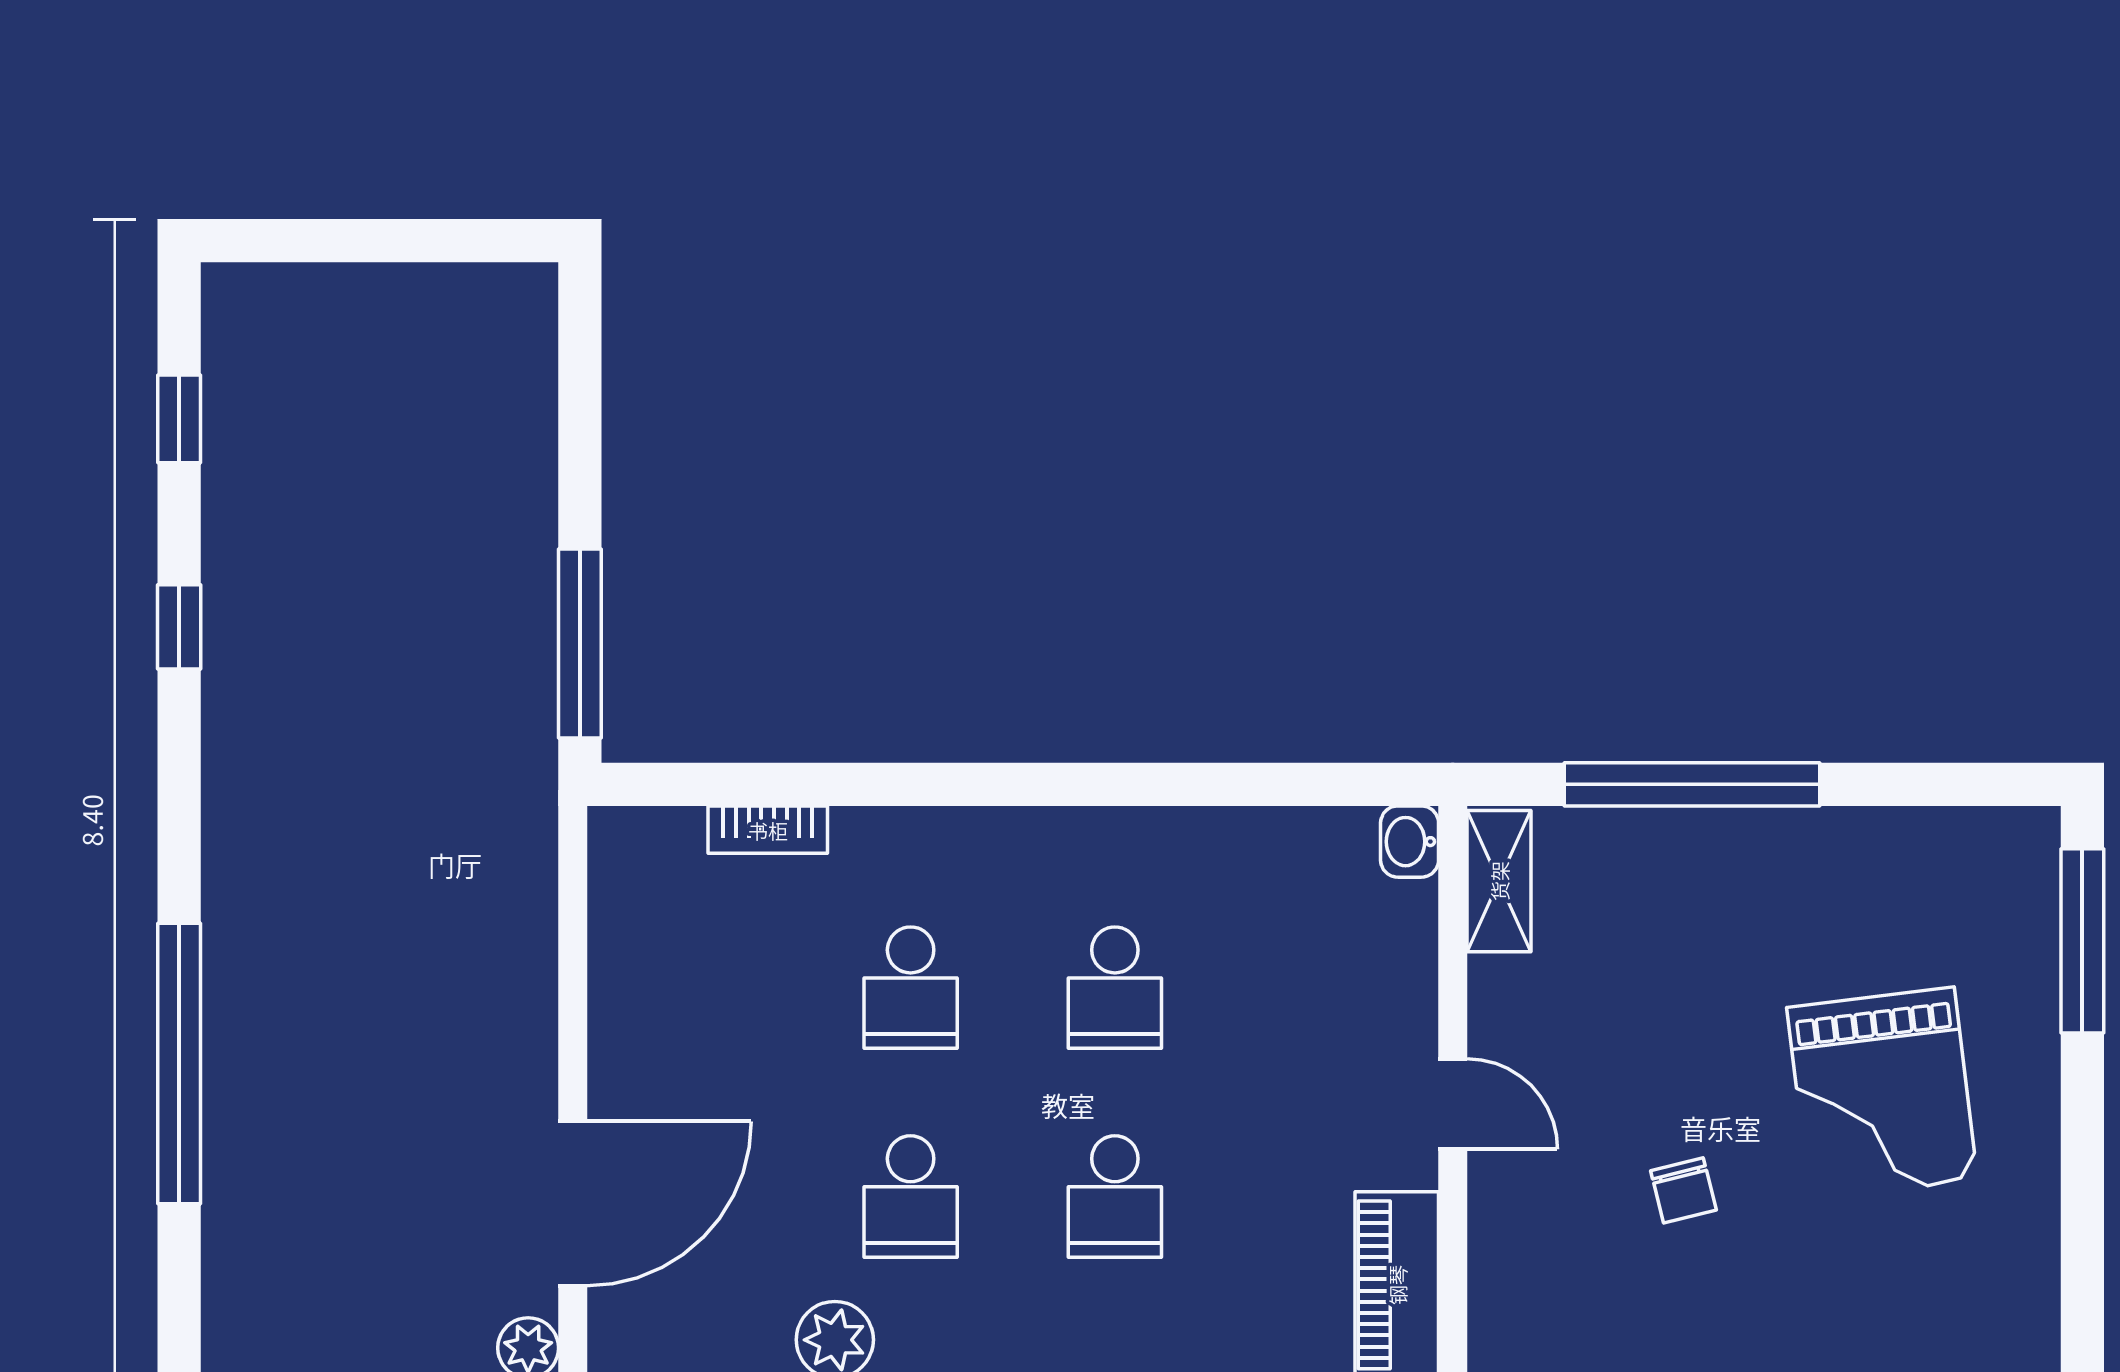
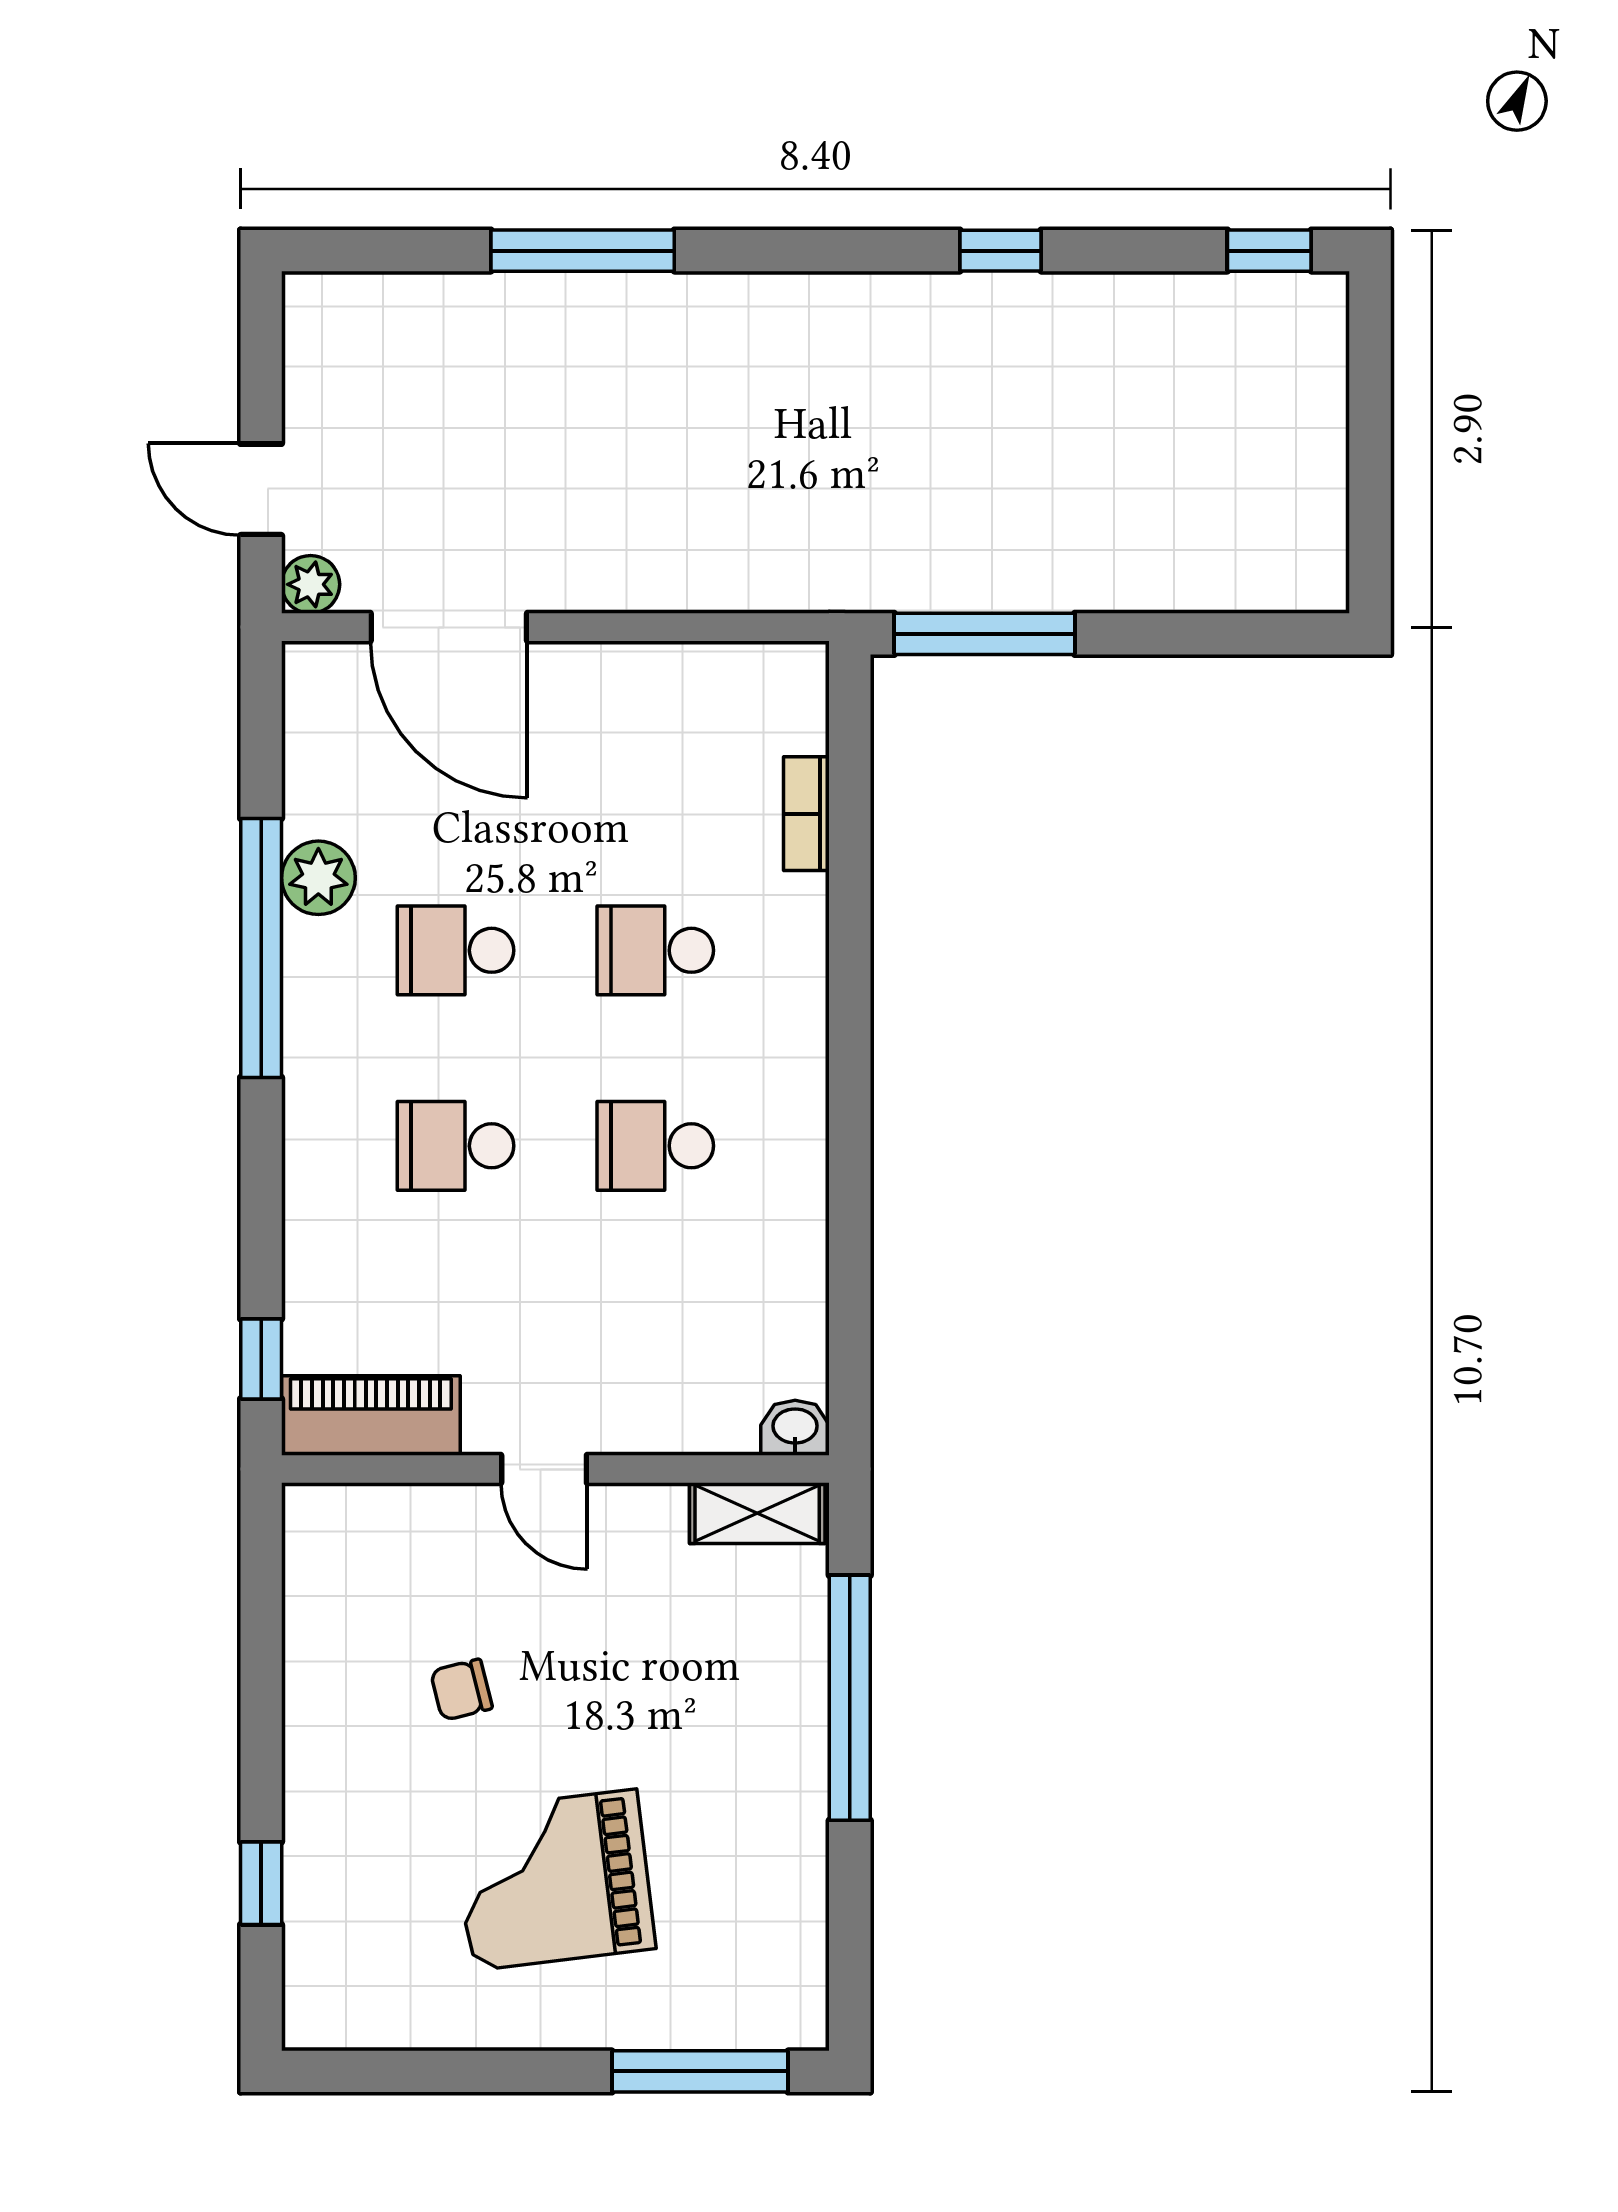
window: (179, 419) -> (1269, 251), moved
window: (179, 1064) -> (583, 251), width x0.68
door: (1453, 1104) -> (544, 1469), hinge flipped

